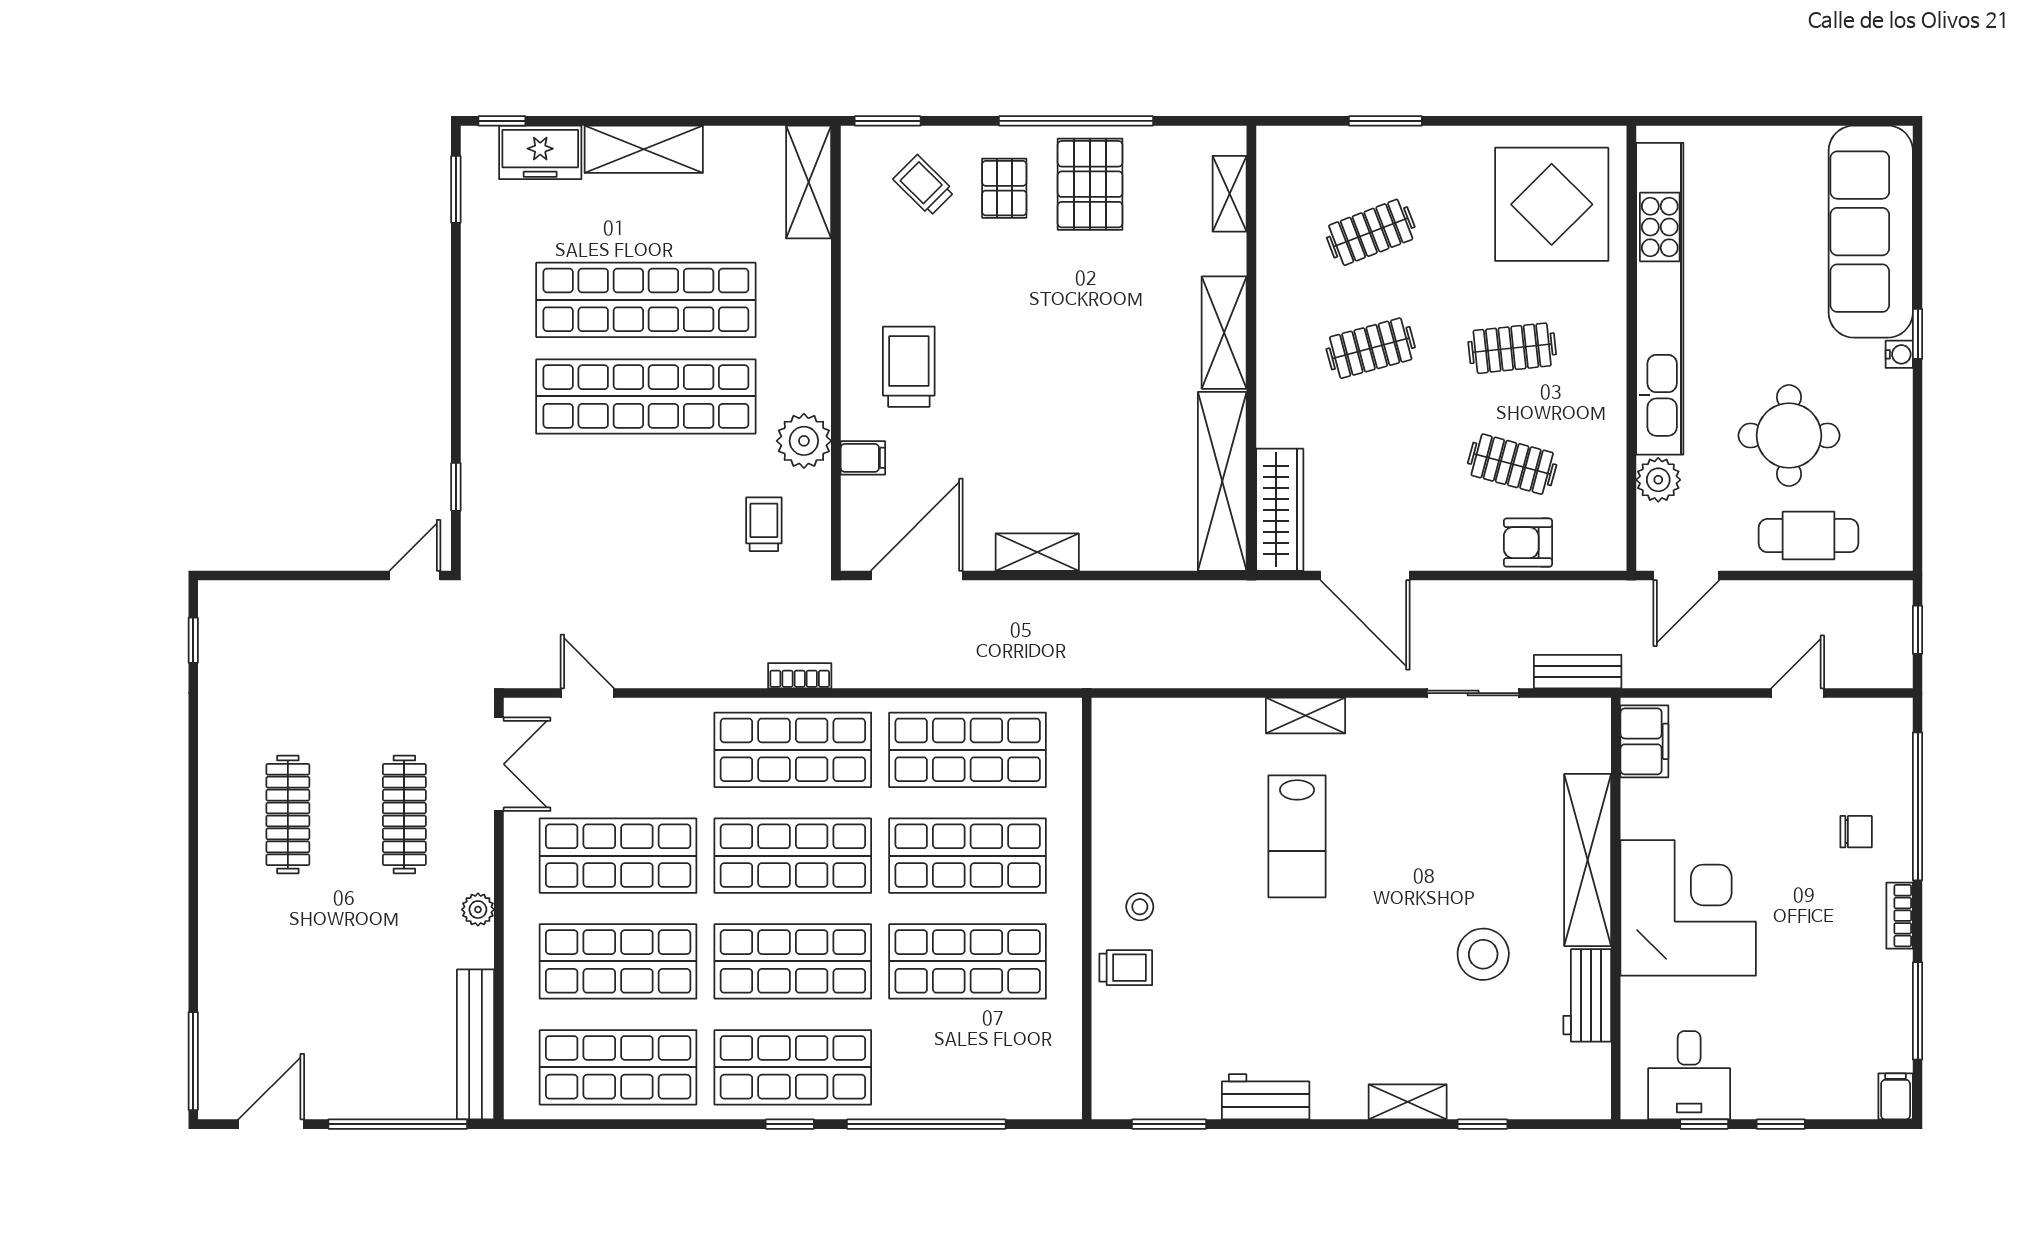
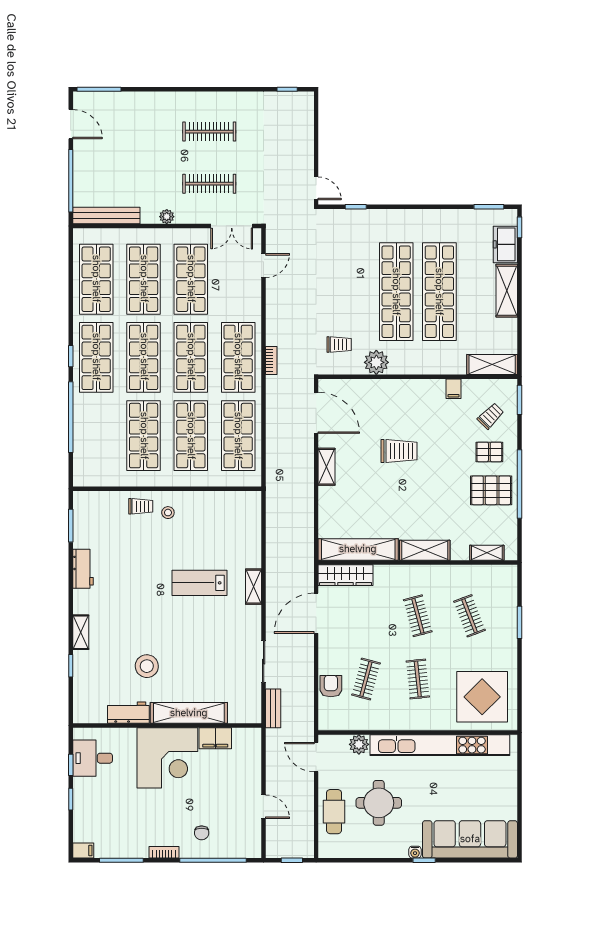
trolley: (909, 367) -> (399, 451), moved
filing cabinet: (863, 458) -> (454, 389), moved
filing cabinet: (1644, 741) -> (215, 738), moved
trolley: (1126, 968) -> (141, 506), turned -90

